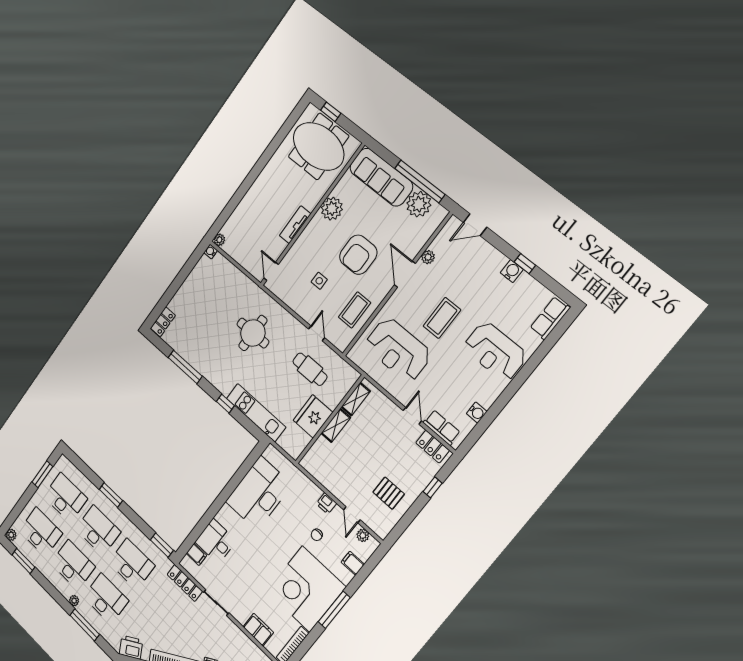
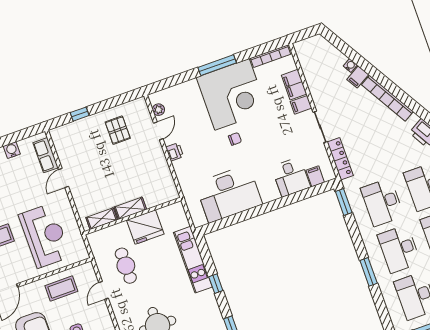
locker: (433, 447) -> (61, 145), removed
chair: (317, 535) -> (235, 139), moved
filing cabinet: (353, 563) -> (301, 105), moved, turned 90

